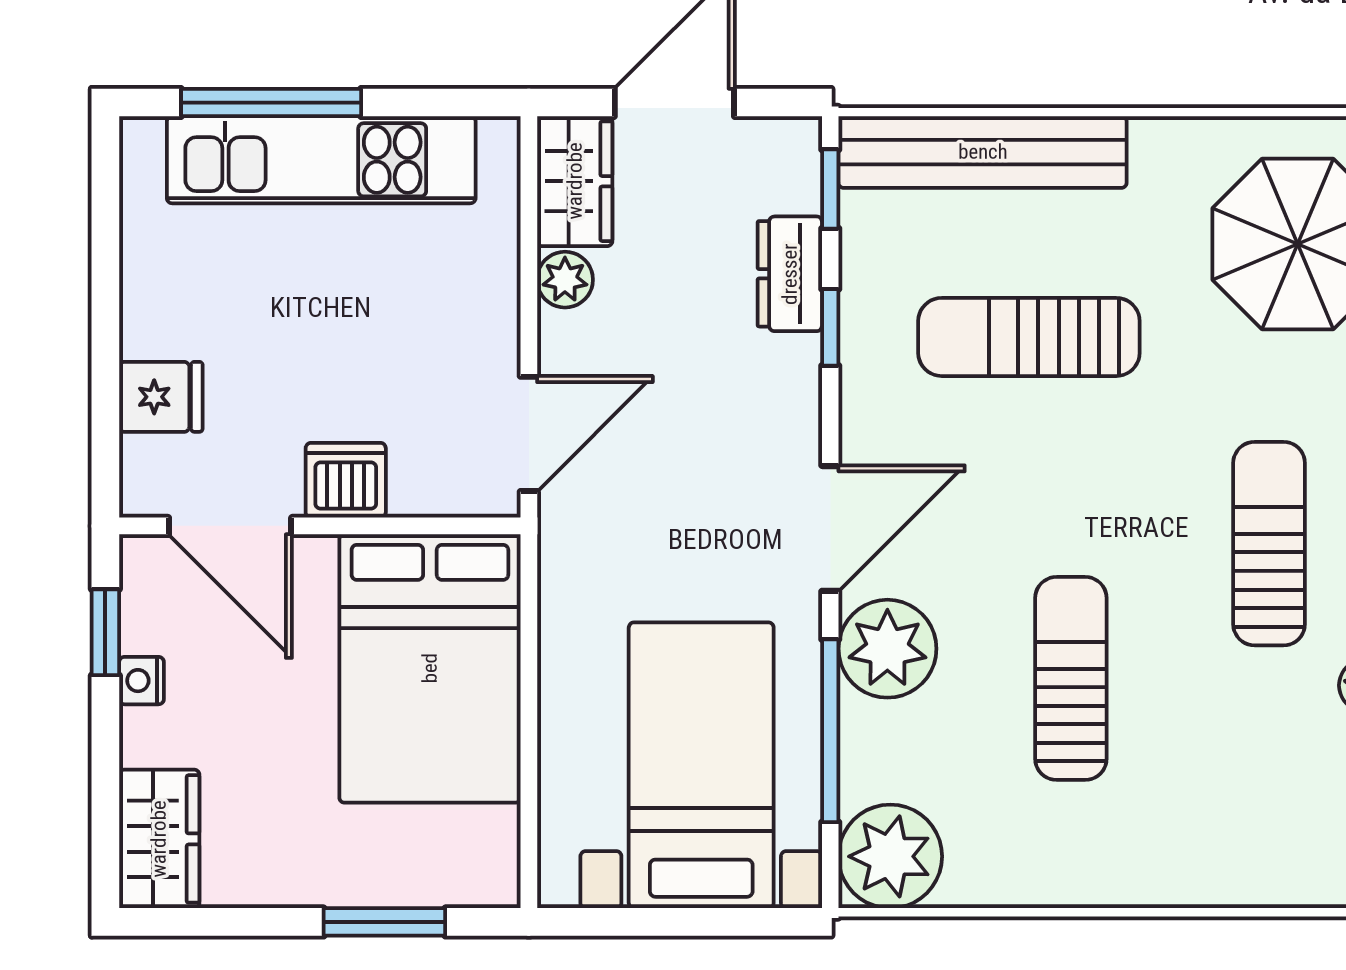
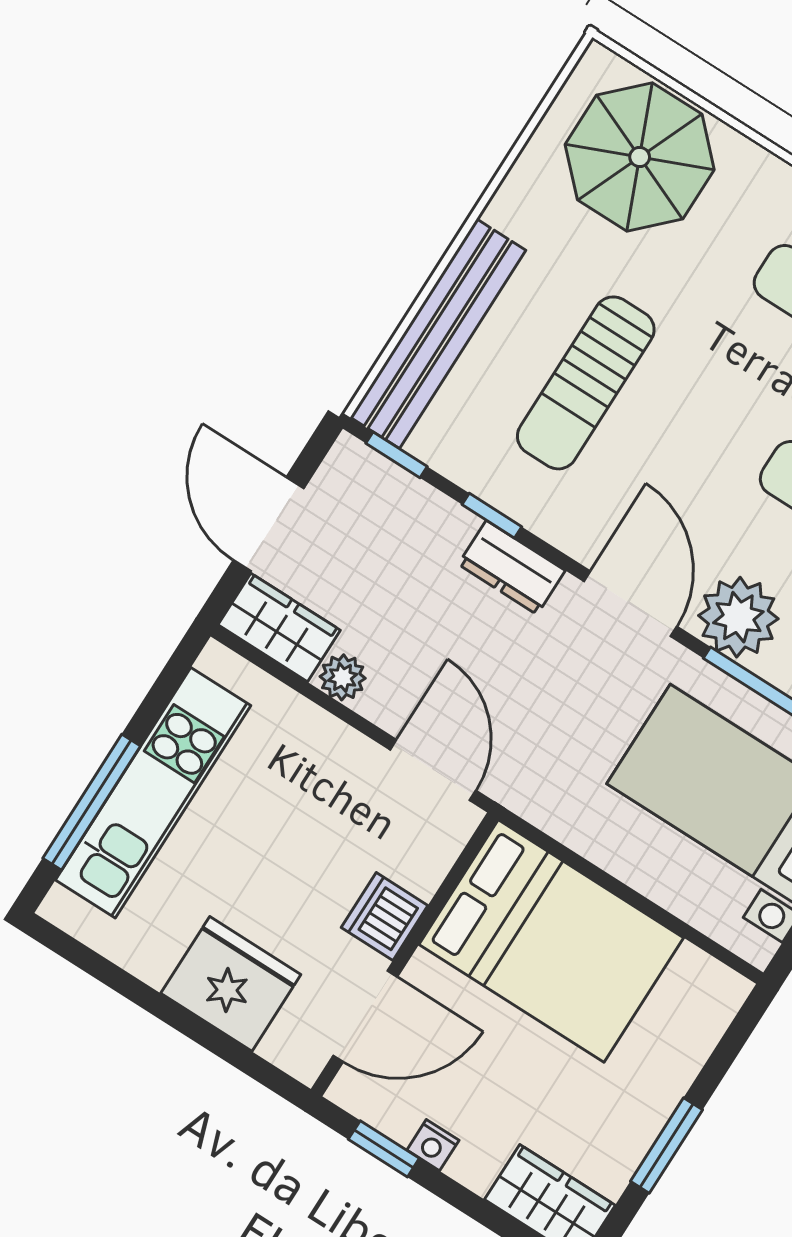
dresser: (790, 274) -> (512, 567), moved
fridge: (161, 397) -> (231, 984), width x1.88, depth x1.34
window: (384, 922) -> (666, 1146), moved

